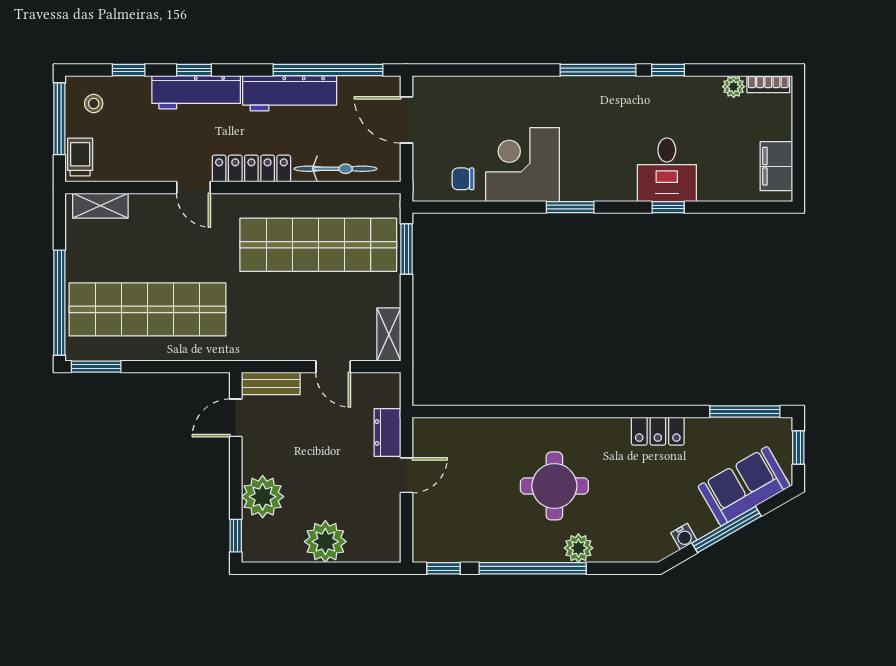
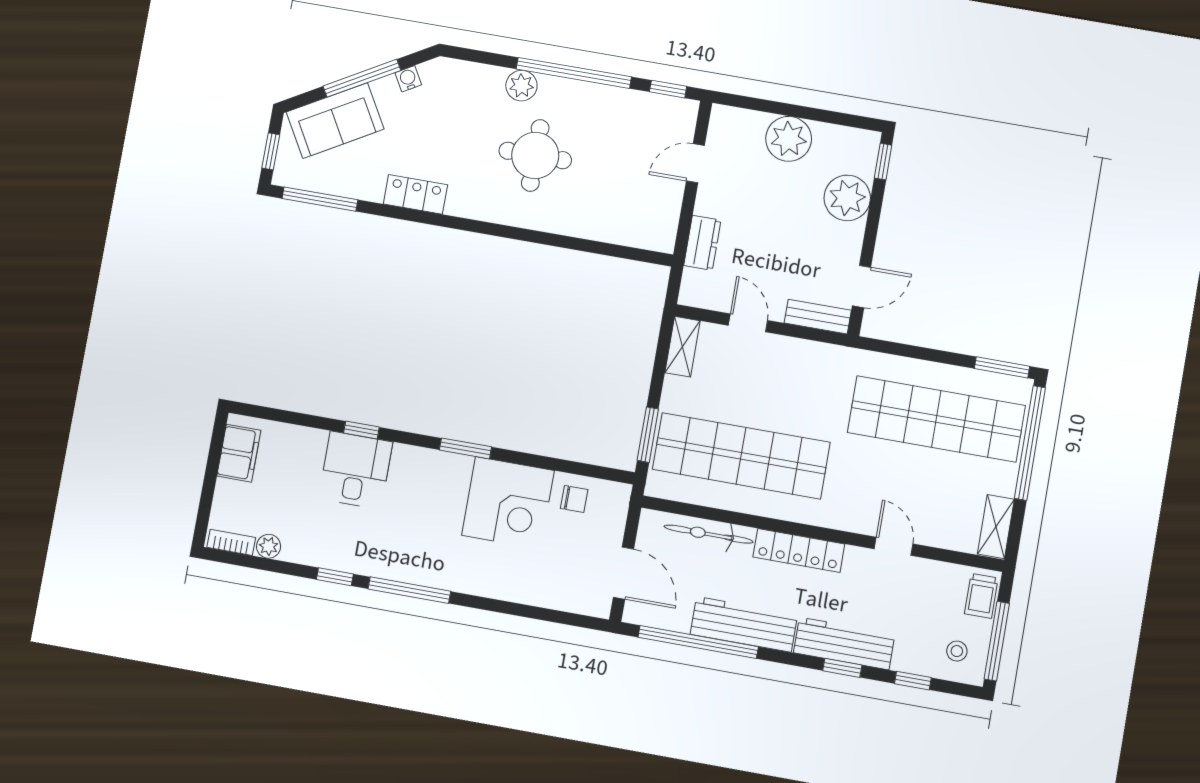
door: (194, 188) -> (894, 546), moved
shelving: (100, 206) -> (996, 527), moved, turned 90
door: (406, 475) -> (695, 163), moved

